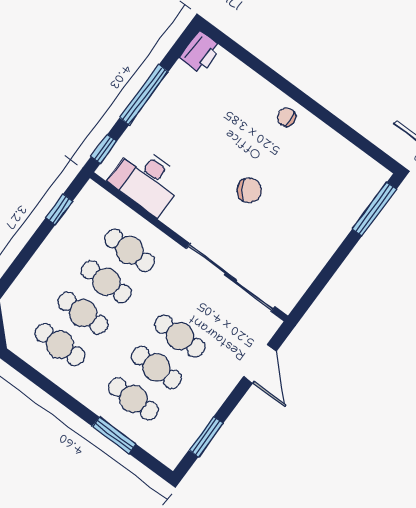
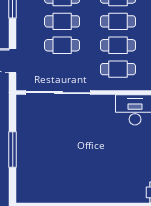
chair: (286, 117) -> (89, 192), removed
chair: (249, 190) -> (81, 142), removed
window: (374, 209) -> (13, 150), moved

